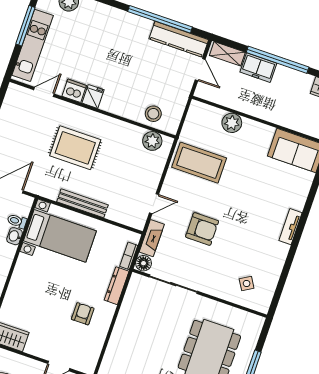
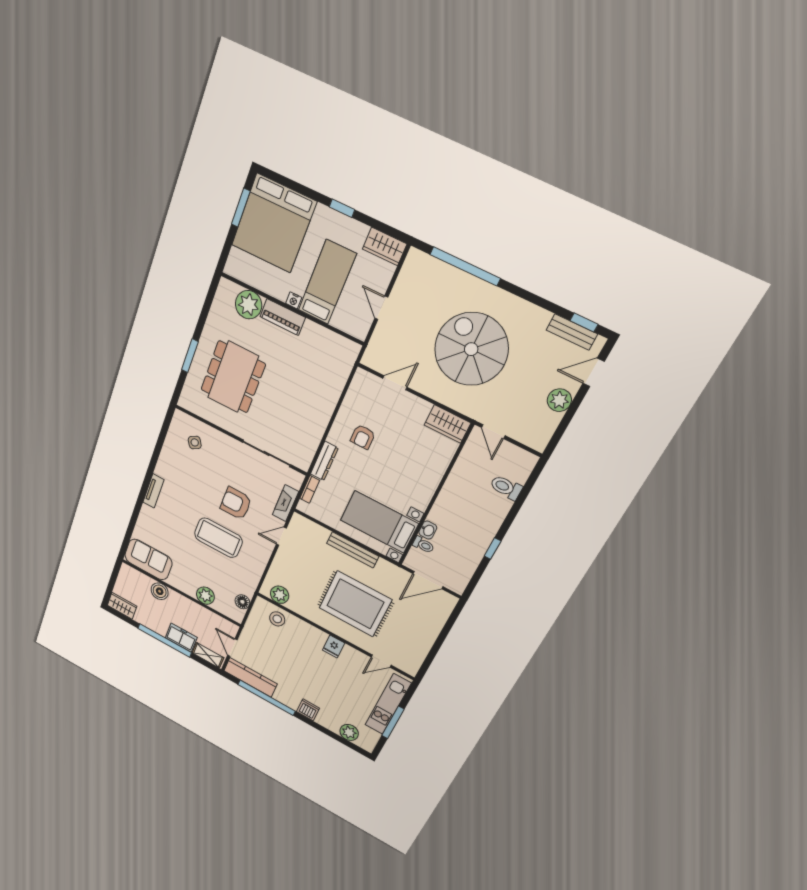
dishwasher: (74, 91) -> (308, 710), moved, turned 180
boiler: (284, 117) -> (160, 591), added
rug: (75, 148) -> (355, 604), width x1.37, depth x1.44
coffee table: (199, 163) -> (218, 538), moved
floor lamp: (143, 263) -> (242, 602), moved

